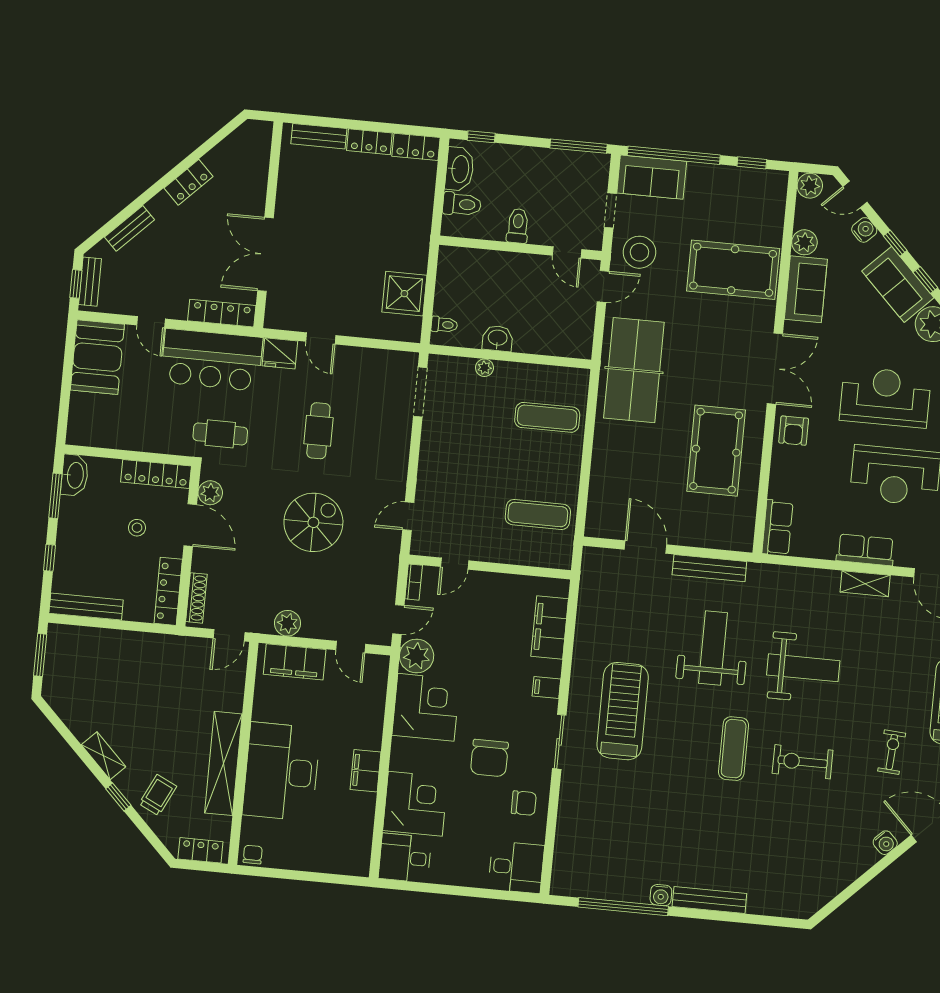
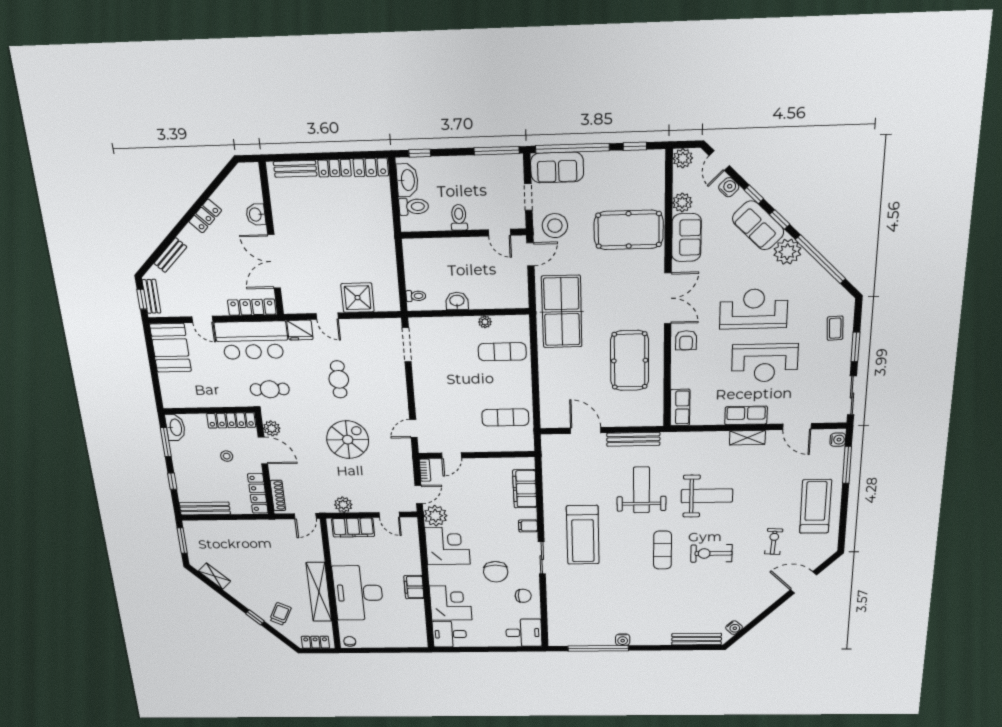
washbasin: (255, 189) -> (256, 215), added
door: (855, 194) -> (719, 161), hinge flipped
shower: (404, 294) -> (358, 298), moved
plant: (484, 368) -> (485, 322), moved
treadmill: (623, 711) -> (583, 535), turned 180
shelving: (104, 756) -> (215, 576), moved
water cooler: (885, 843) -> (734, 628), moved
bench: (709, 900) -> (697, 639), moved

